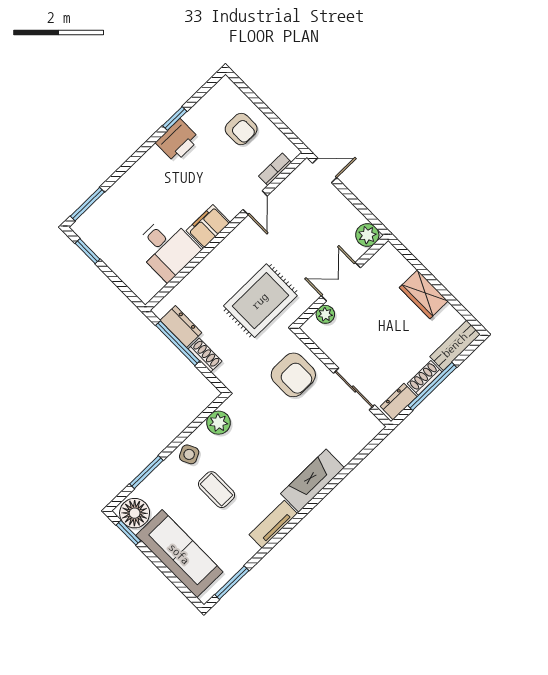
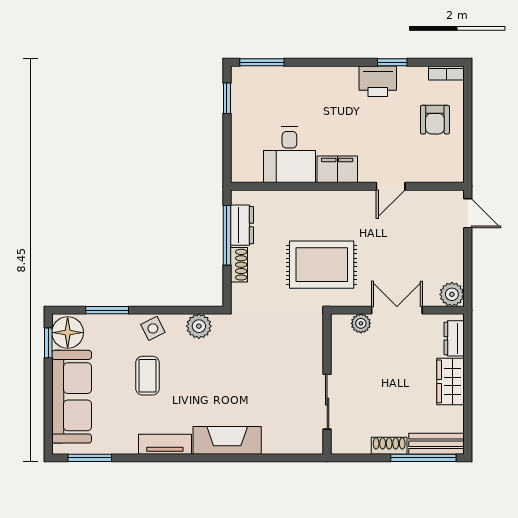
bookcase: (275, 169) -> (446, 73), moved, turned 180
armchair: (293, 375) -> (291, 346), removed
window: (432, 386) -> (423, 458), moved
dresser: (399, 402) -> (454, 338), moved, turned -90

